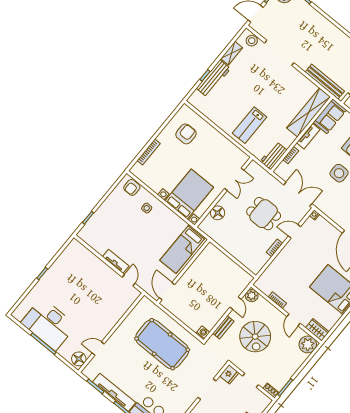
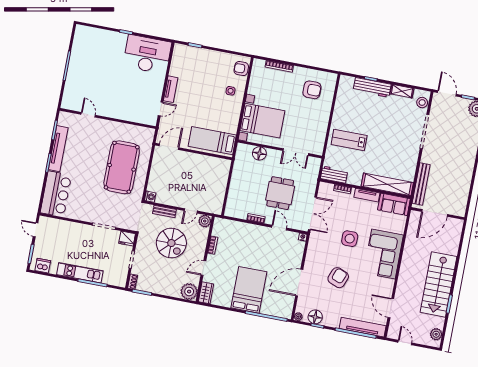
desk: (49, 324) -> (147, 54), moved, turned 90
spiral stairs: (255, 337) -> (171, 243), turned -90
floor lamp: (79, 359) -> (70, 103), removed

